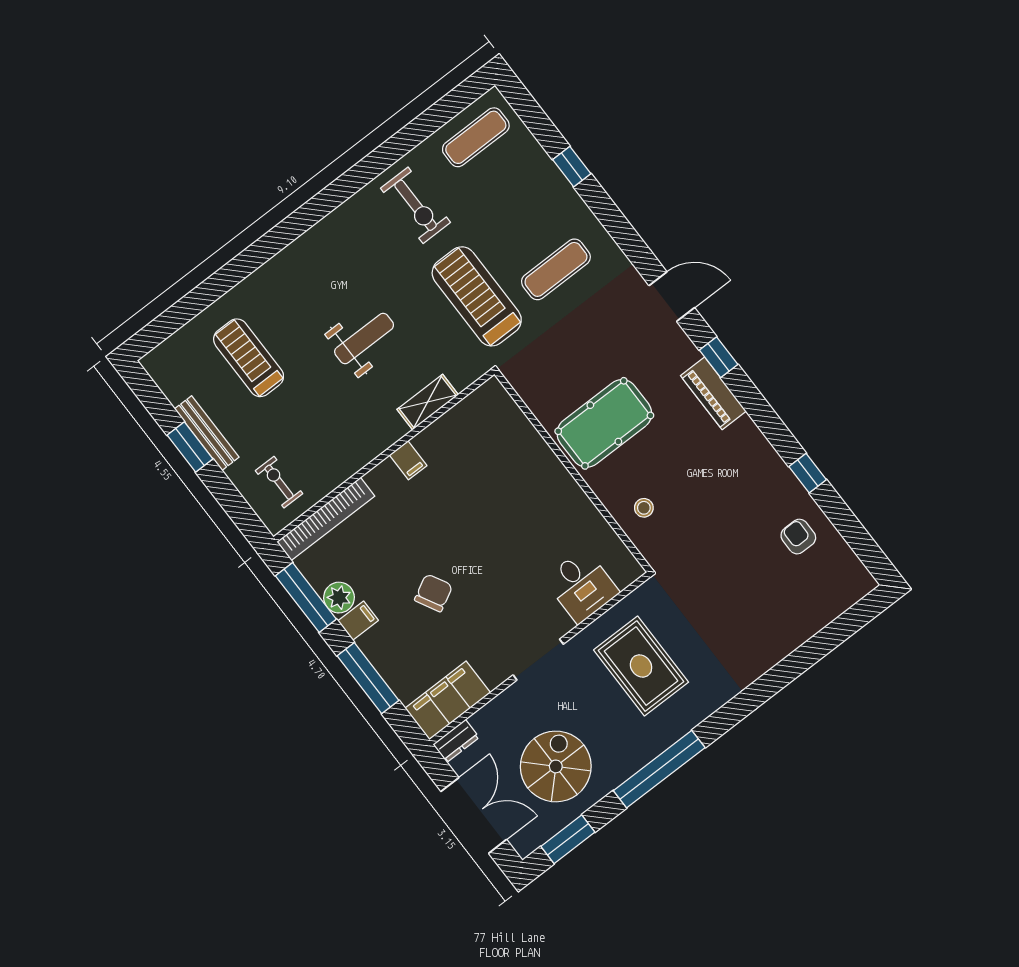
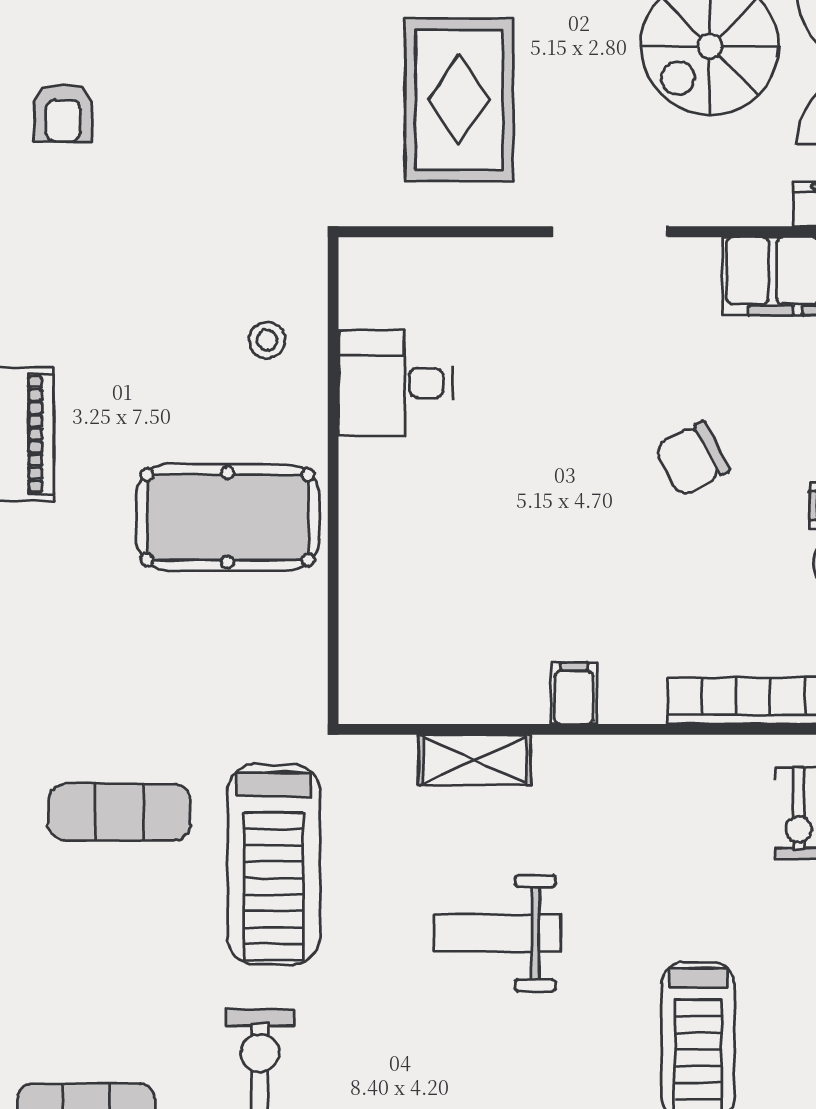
desk: (581, 586) -> (395, 383), moved, turned -90

